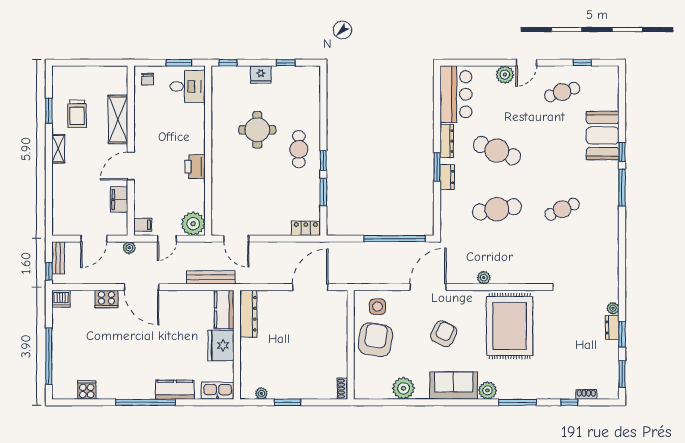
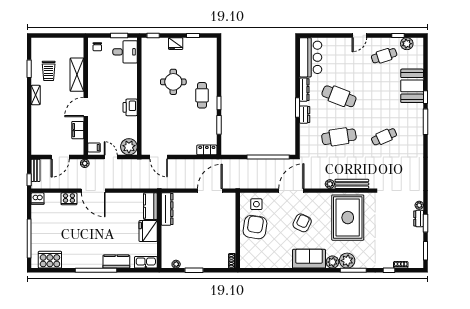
plant: (505, 75) -> (407, 44), moved
door: (167, 239) -> (111, 157), swing flipped
bench: (211, 277) -> (352, 184), moved
plant: (403, 388) -> (347, 261), moved
cooker: (87, 390) -> (50, 260), width x1.87, depth x1.31

